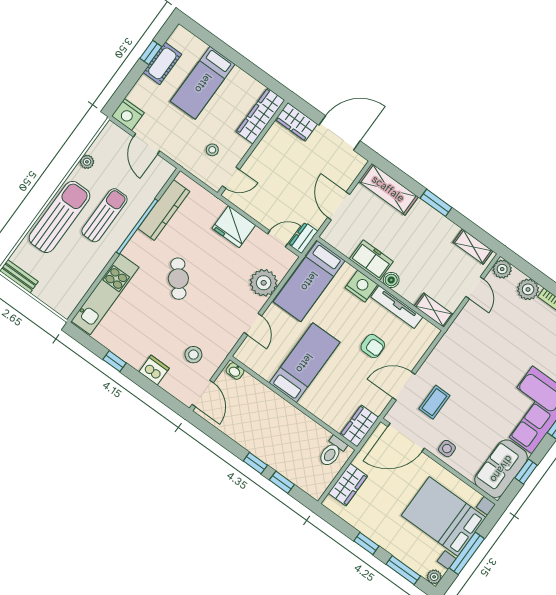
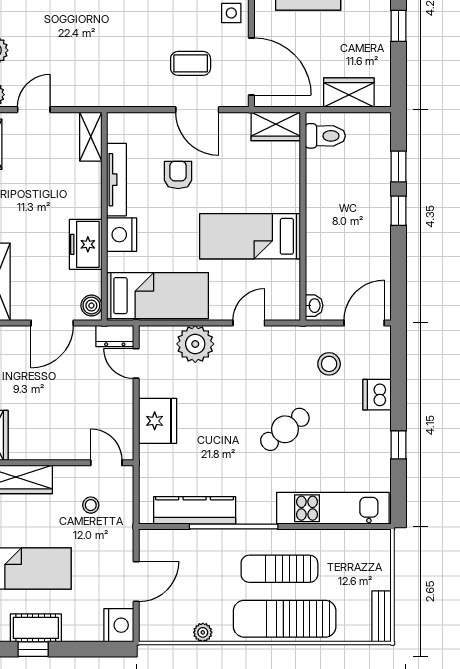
sun lounger: (104, 215) -> (279, 569), moved
cafe table: (178, 279) -> (285, 429), moved
boiler: (391, 280) -> (91, 306), moved

